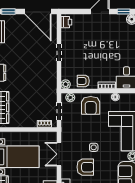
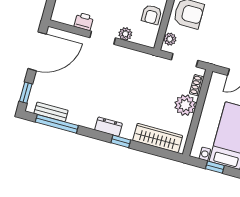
printer: (66, 22) -> (84, 22), moved
plant: (66, 84) -> (125, 34), moved
plant: (29, 120) -> (185, 105), added

